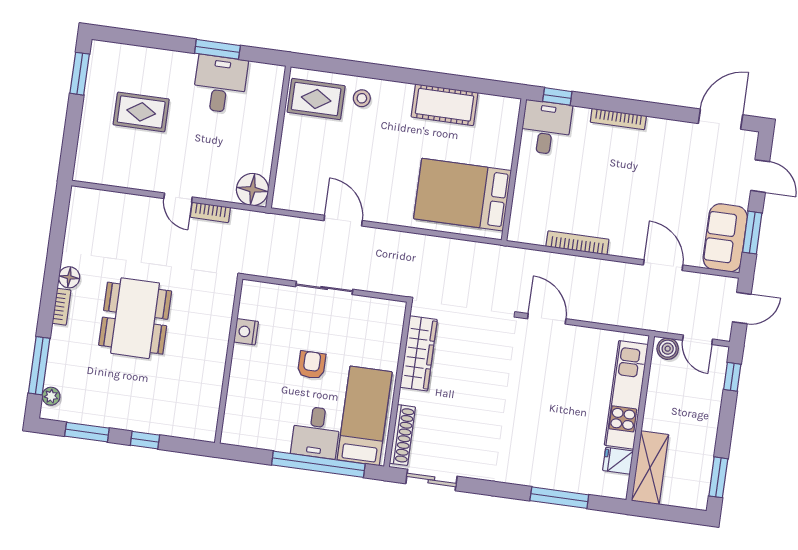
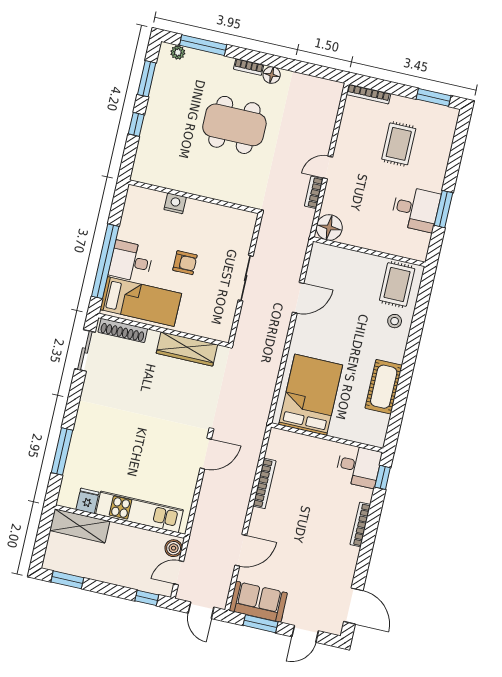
bookcase: (82, 155) -> (368, 94), added
nightstand: (246, 332) -> (175, 203), moved

